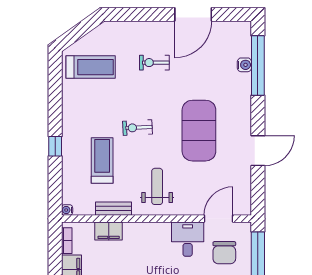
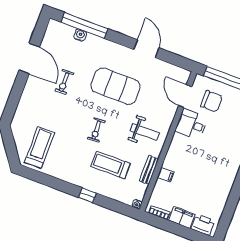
exercise bike: (154, 63) -> (64, 82), moved
weight bench: (157, 186) -> (145, 132), turned 180
filing cabinet: (109, 231) -> (166, 175), width x0.50

